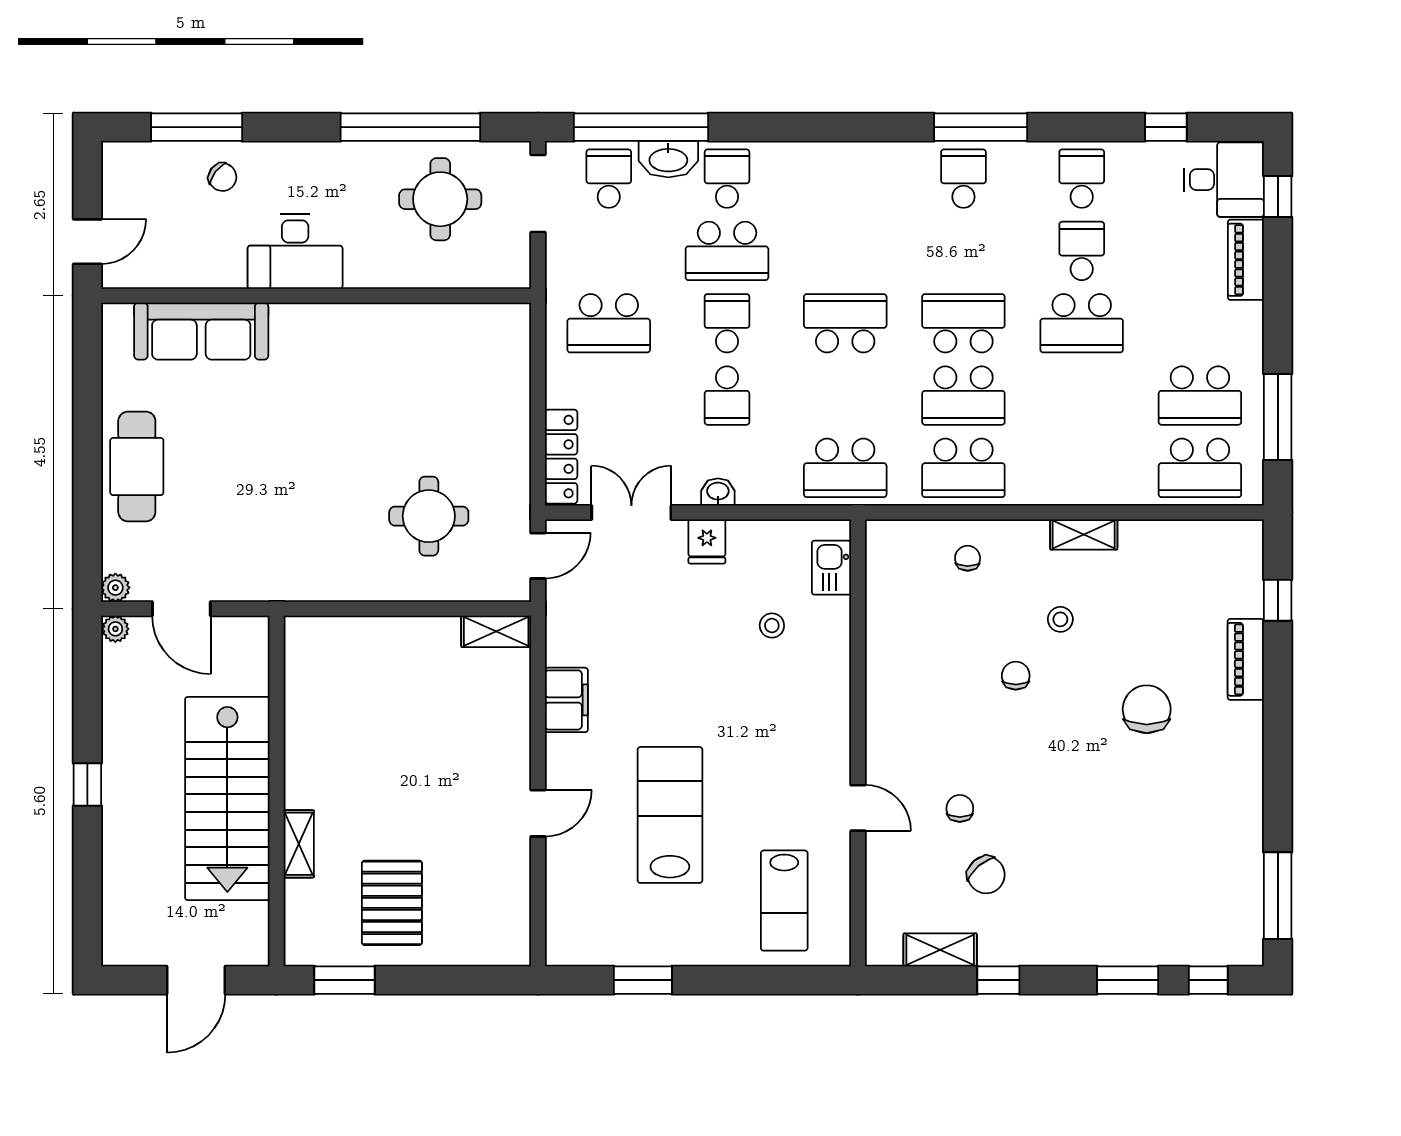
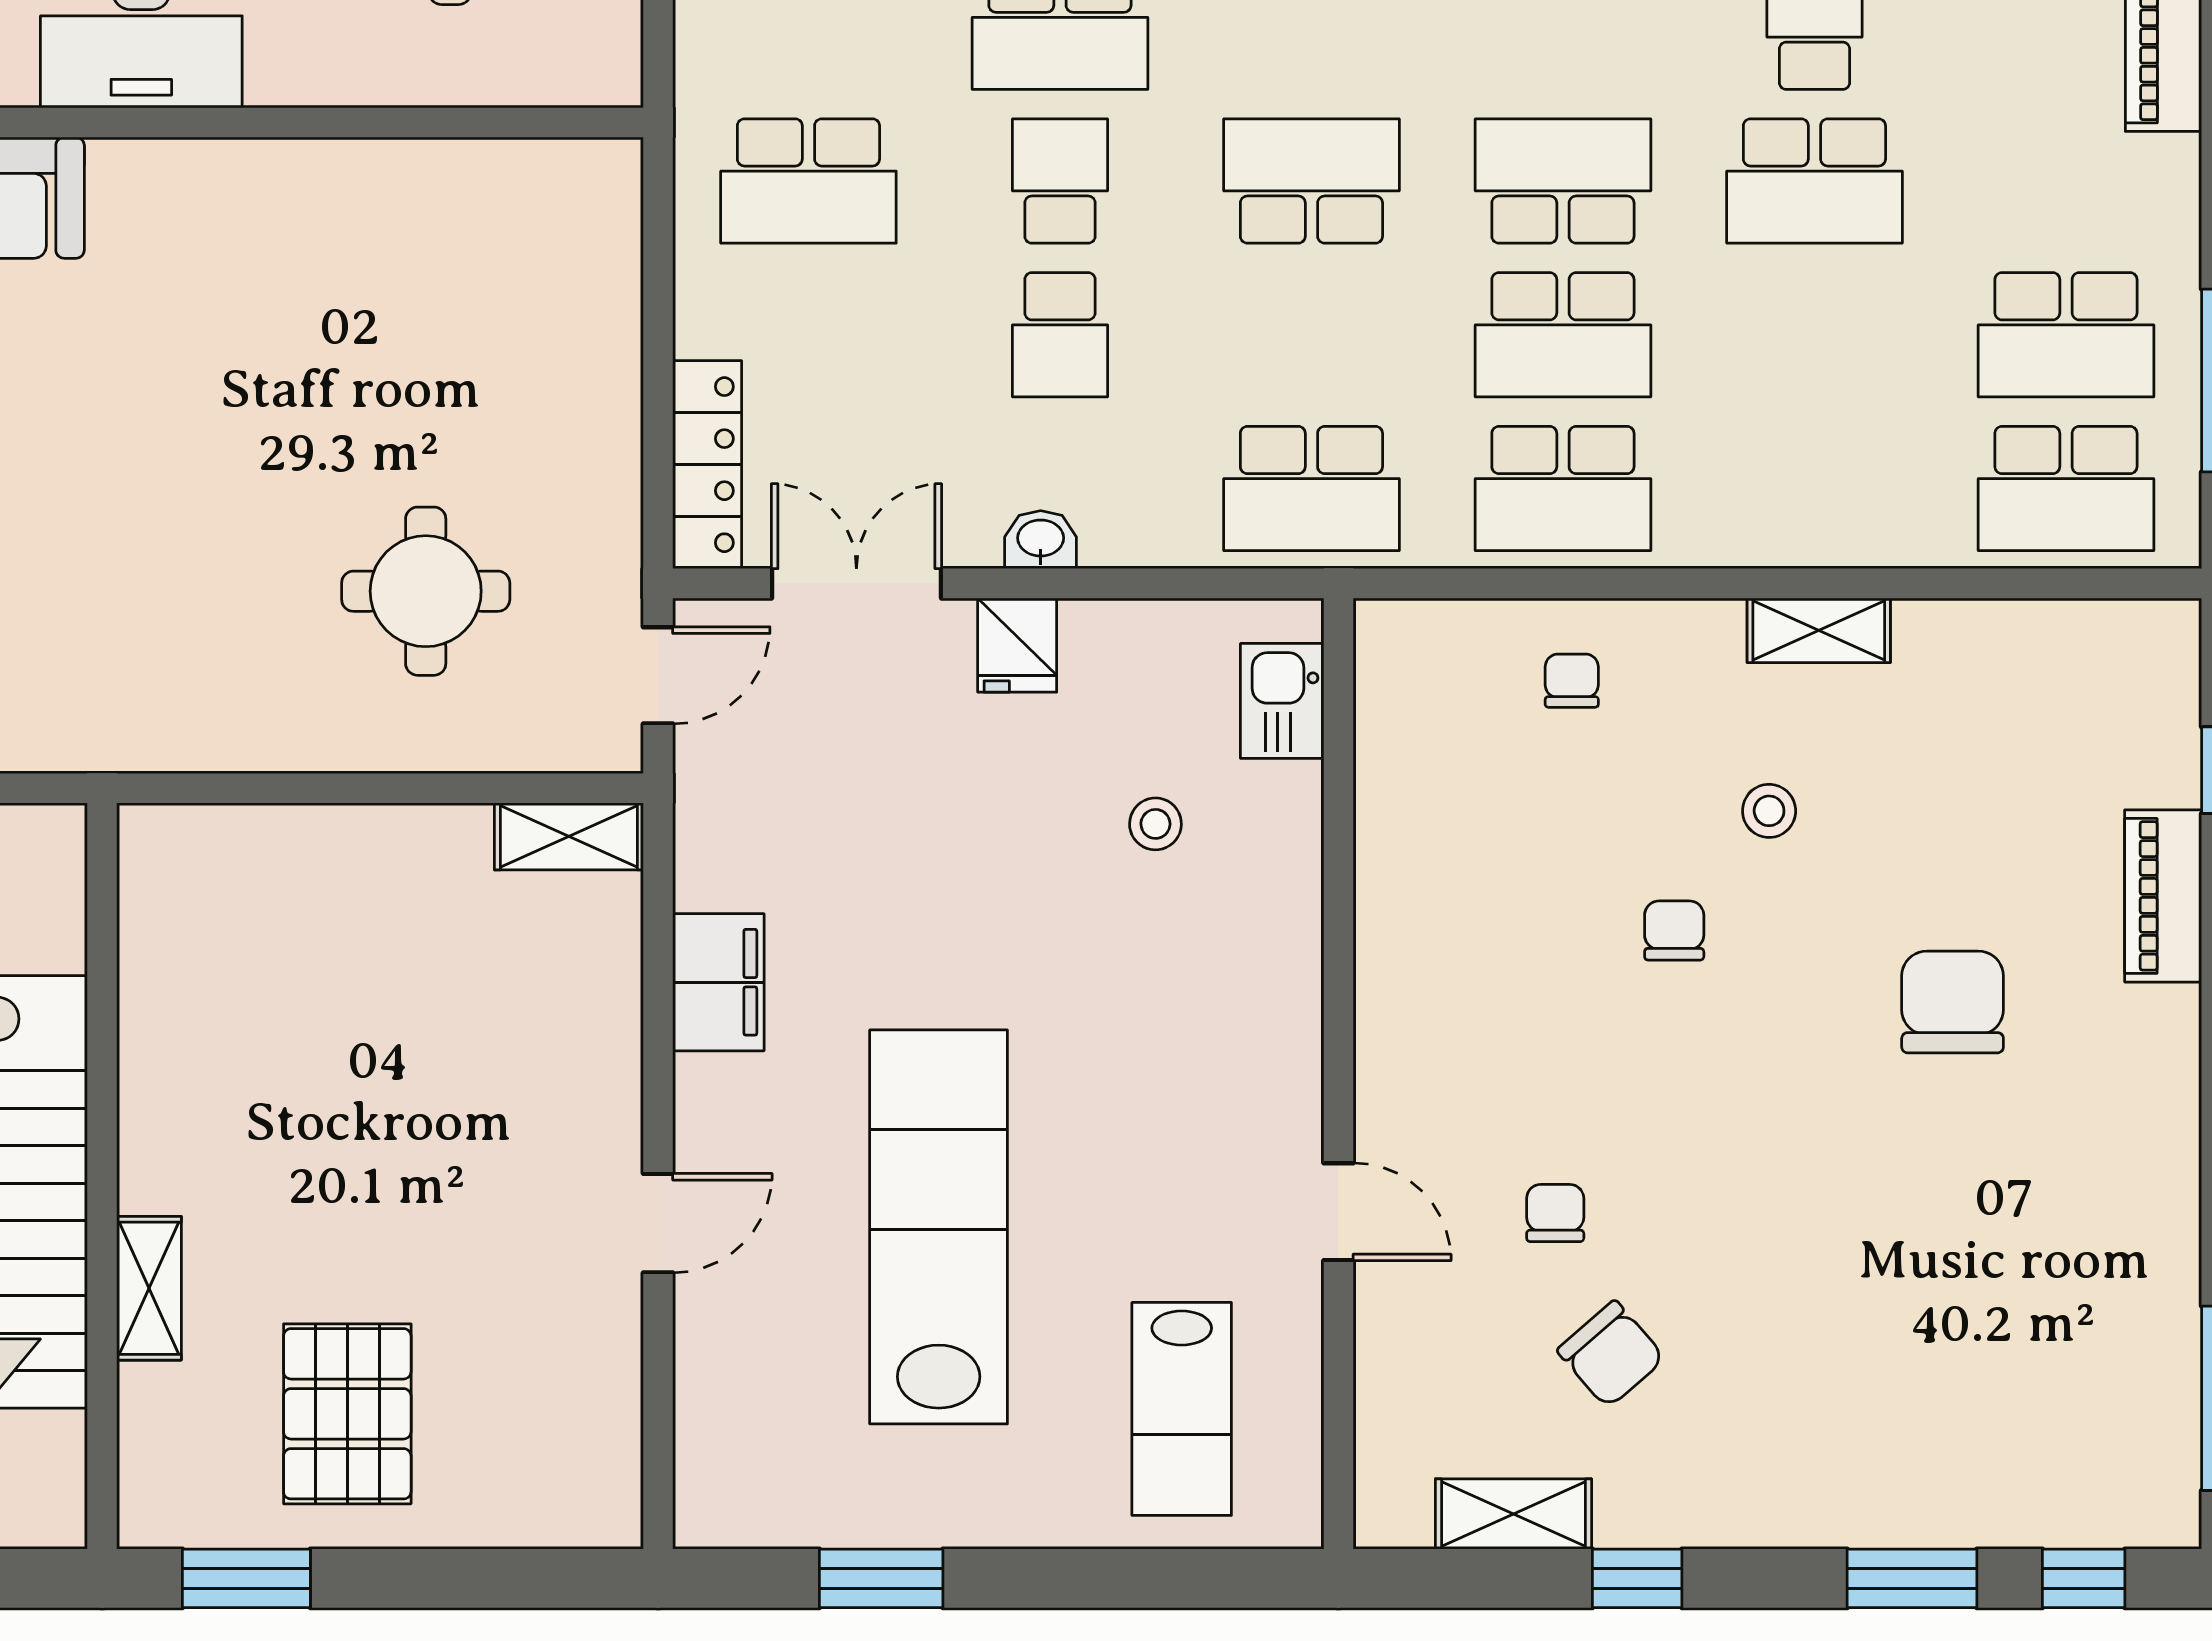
lab bench: (670, 815) -> (939, 1227), width x1.36

